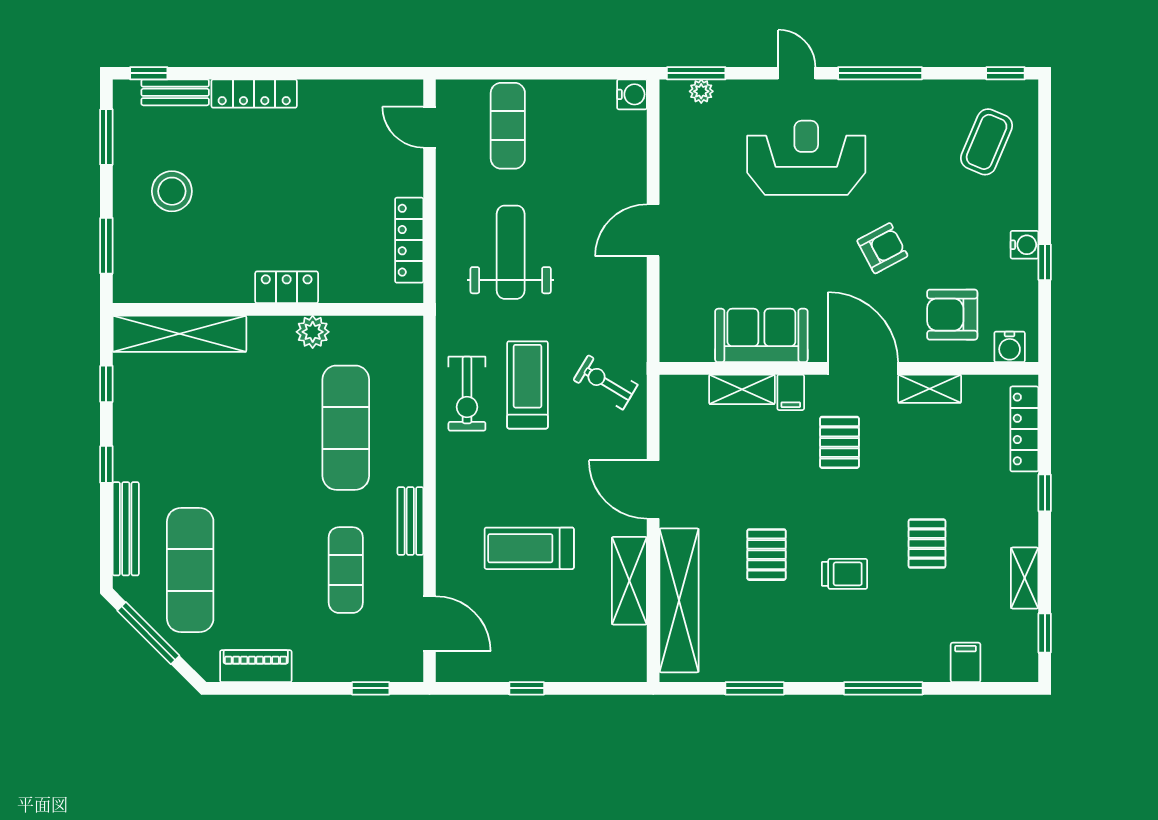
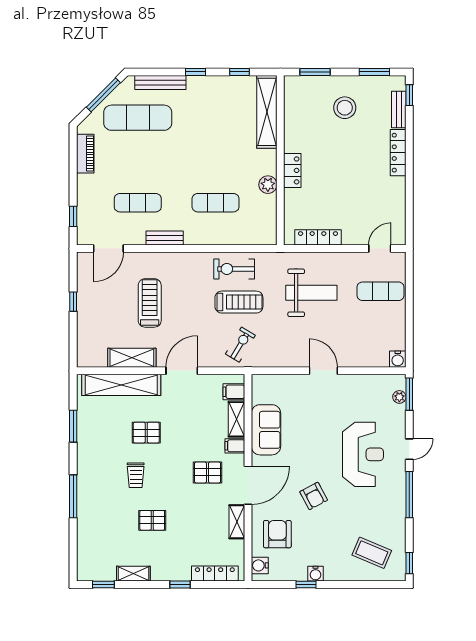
exercise mat: (346, 428) -> (216, 203), width x0.73, depth x0.69
filing cabinet: (966, 662) -> (234, 392), moved, turned 180

